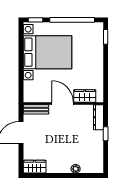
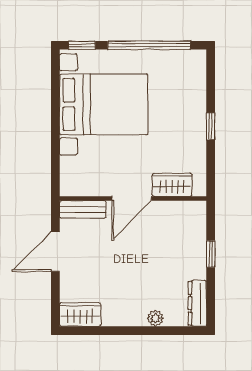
window: (106, 37) -> (211, 126), moved
door: (63, 103) -> (132, 198), swing flipped
dresser: (98, 117) -> (197, 303), moved

